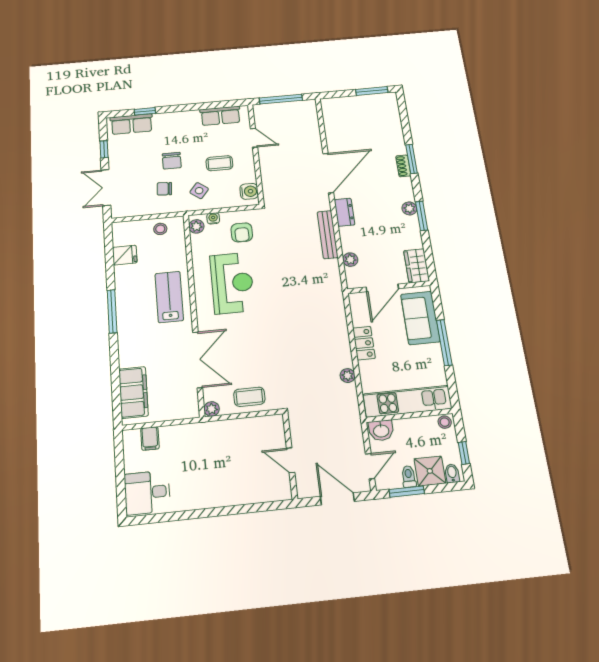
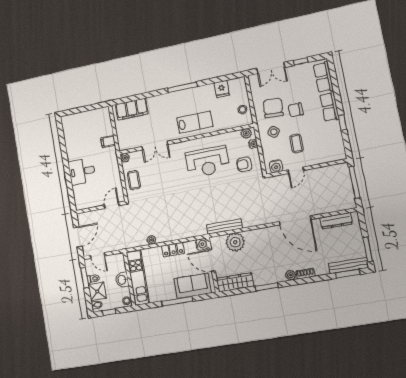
window: (145, 111) -> (342, 122), moved
bench: (393, 114) -> (348, 266), added
row of seats: (220, 116) -> (329, 107), moved
door: (254, 138) -> (296, 170), moved
window: (411, 159) -> (348, 274), moved
double door: (106, 188) -> (271, 68), swing flipped
chair: (164, 189) -> (273, 108), width x1.87, depth x1.87
plant: (409, 208) -> (291, 275), moved
dresser: (344, 212) -> (336, 221), moved, width x1.44
bench: (328, 235) -> (225, 227), moved
plant: (350, 260) -> (235, 242), width x1.88, depth x1.88
wardrobe: (417, 266) -> (235, 282), width x1.50
water cooler: (357, 300) -> (202, 244), added
double door: (198, 360) -> (155, 146), width x0.73
washbasin: (381, 430) -> (122, 280), moved
filing cabinet: (150, 439) -> (108, 142), moved
door: (290, 460) -> (112, 205), moved
desk: (147, 493) -> (82, 171), moved, turned -90

